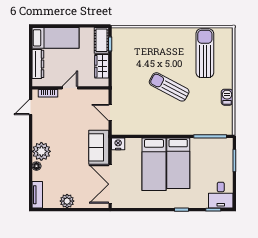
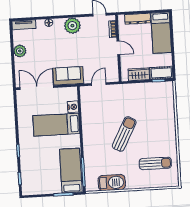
sun lounger: (205, 53) -> (155, 163), width x0.73, depth x0.75
barbecue: (227, 97) -> (112, 183), width x1.88, depth x1.53
nightstand: (118, 144) -> (73, 107), moved
plant: (41, 151) -> (72, 26), moved
bed: (178, 163) -> (71, 171), moved, turned 90
desk: (221, 195) -> (33, 184), removed

